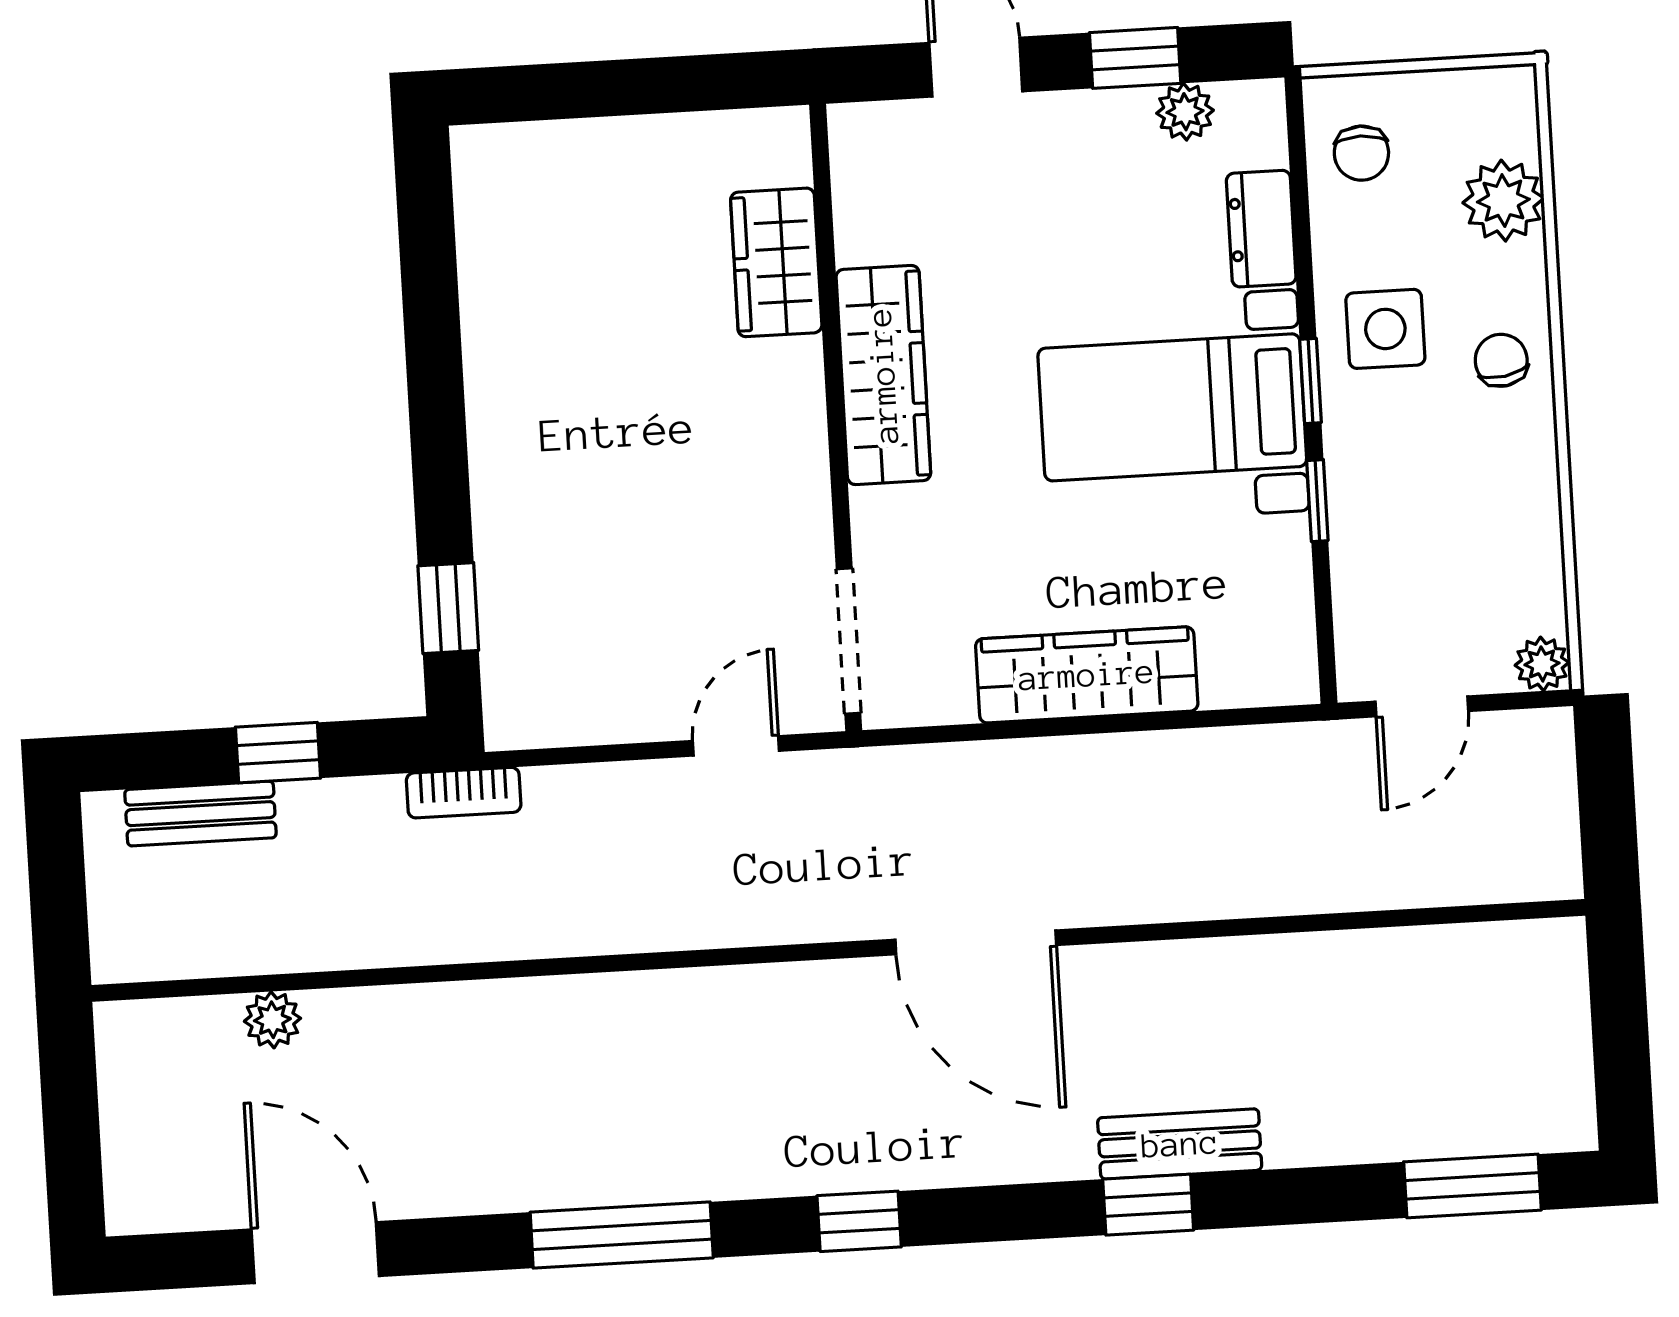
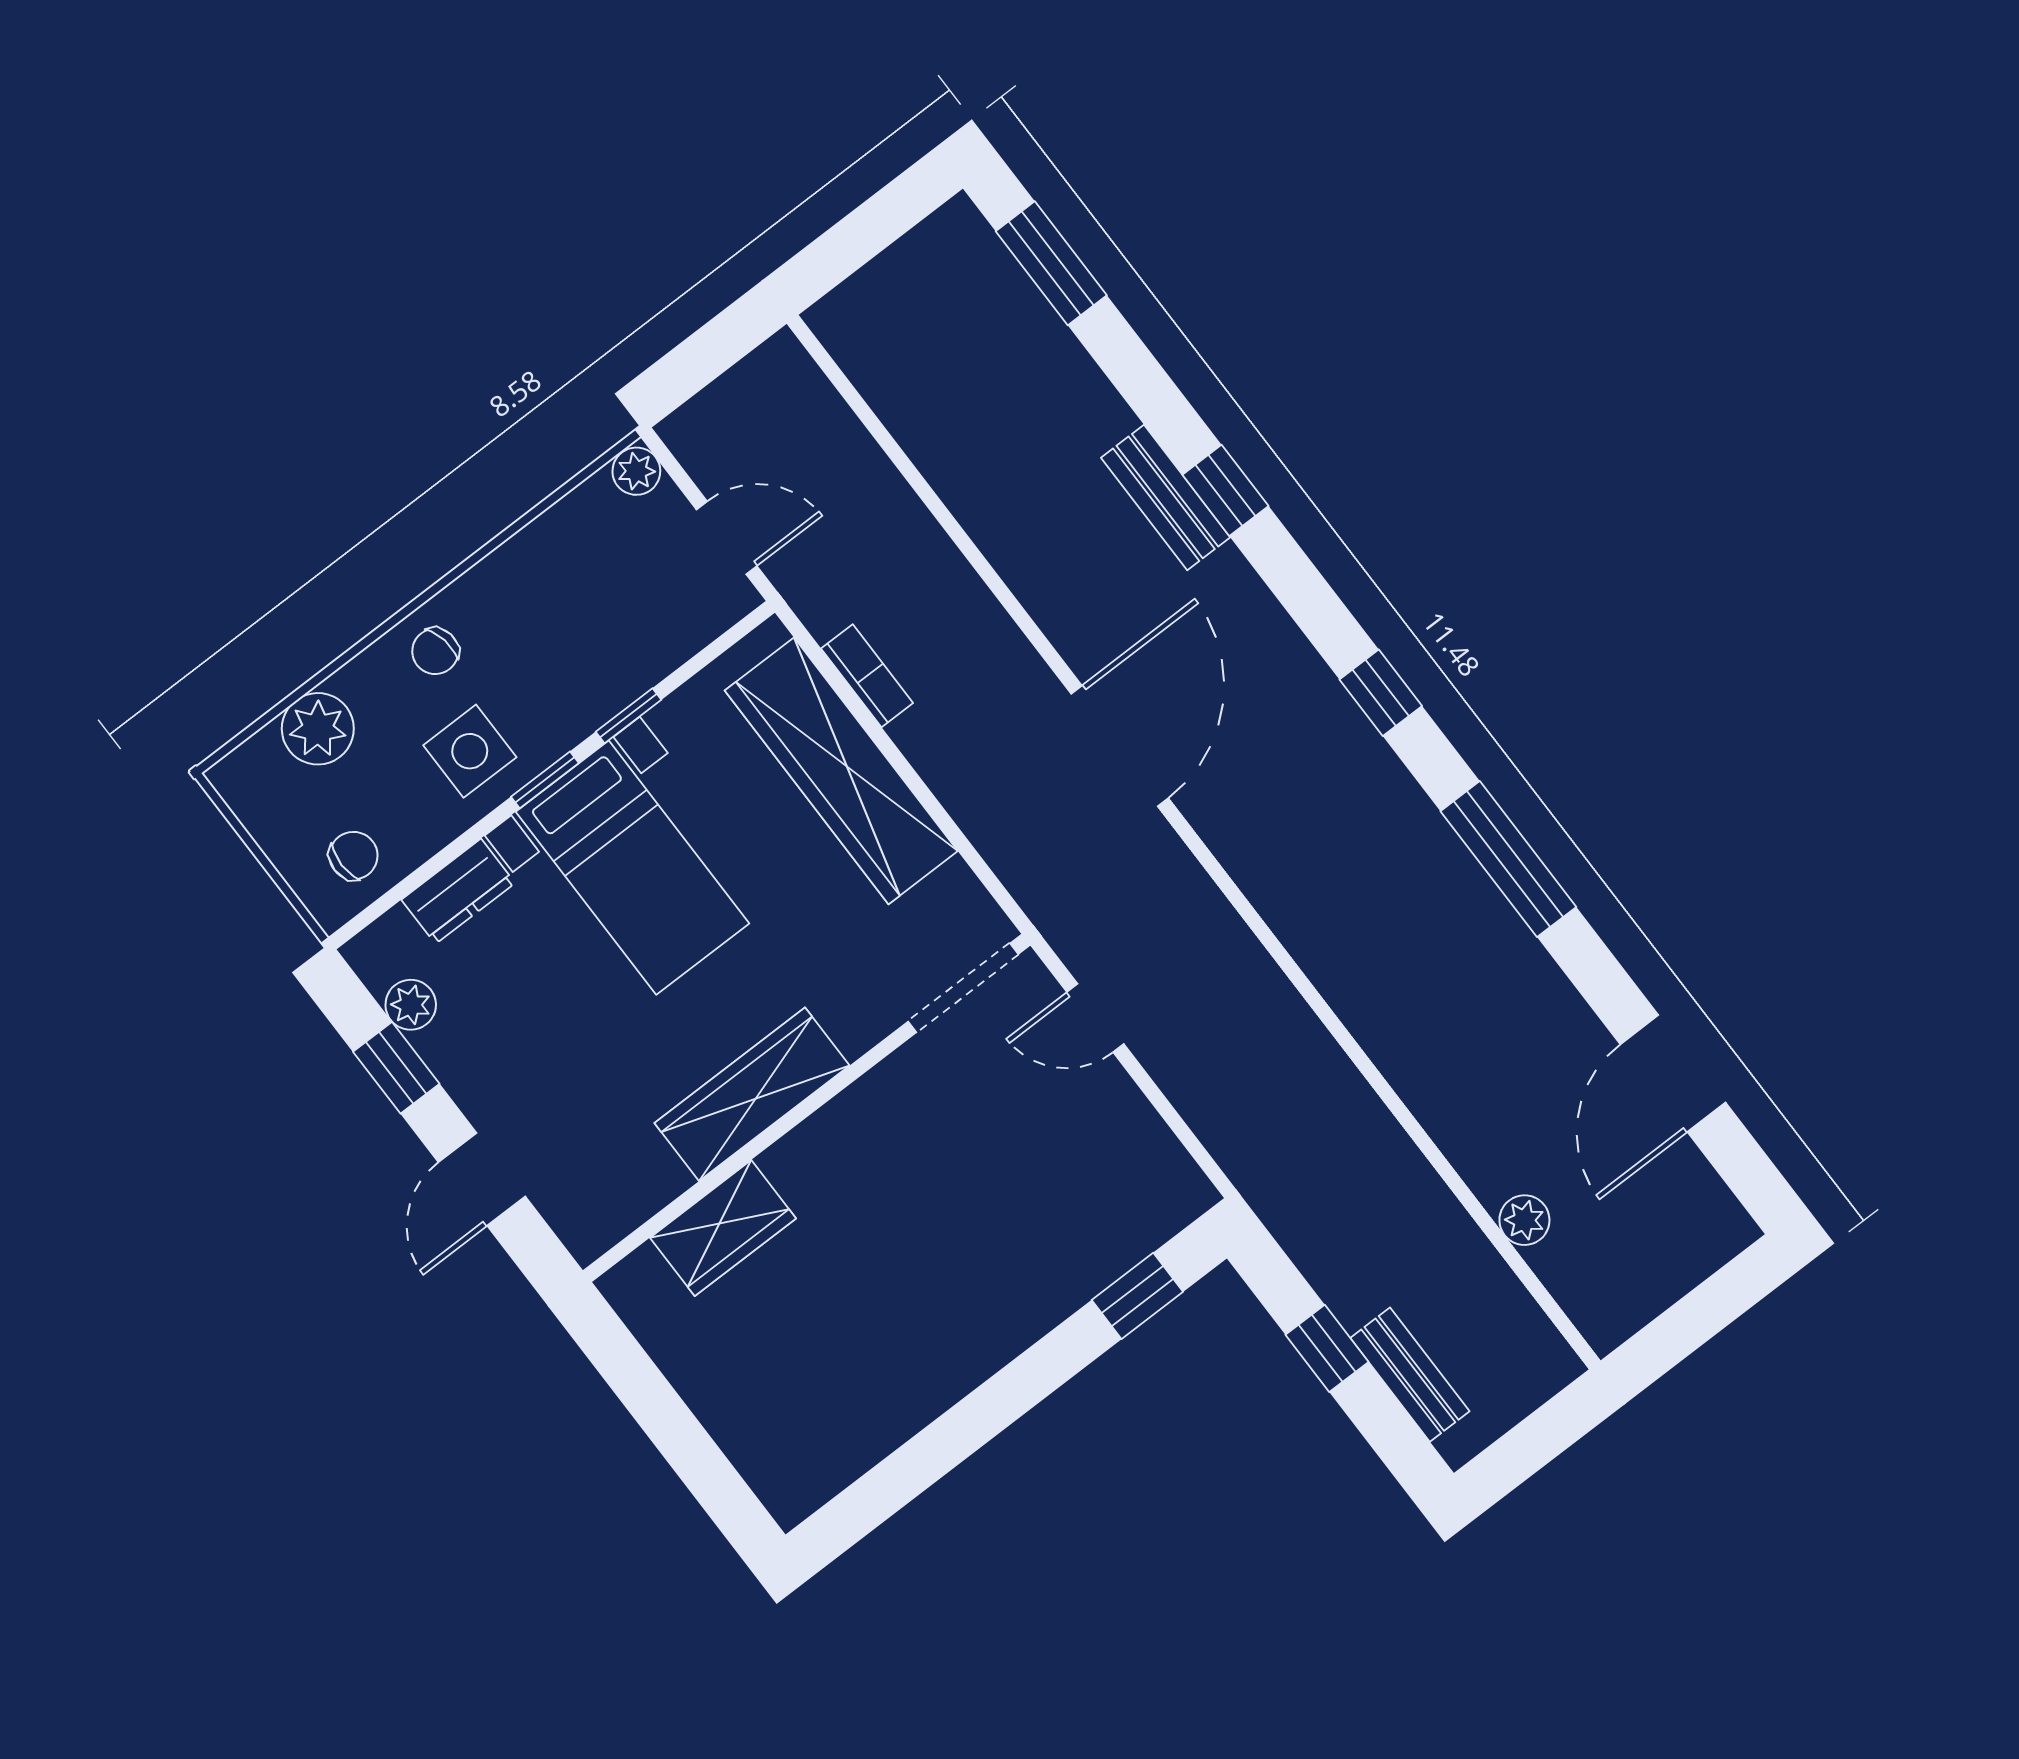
wardrobe: (1087, 675) -> (841, 771), width x1.40, depth x1.17
bookcase: (464, 793) -> (867, 676), moved

